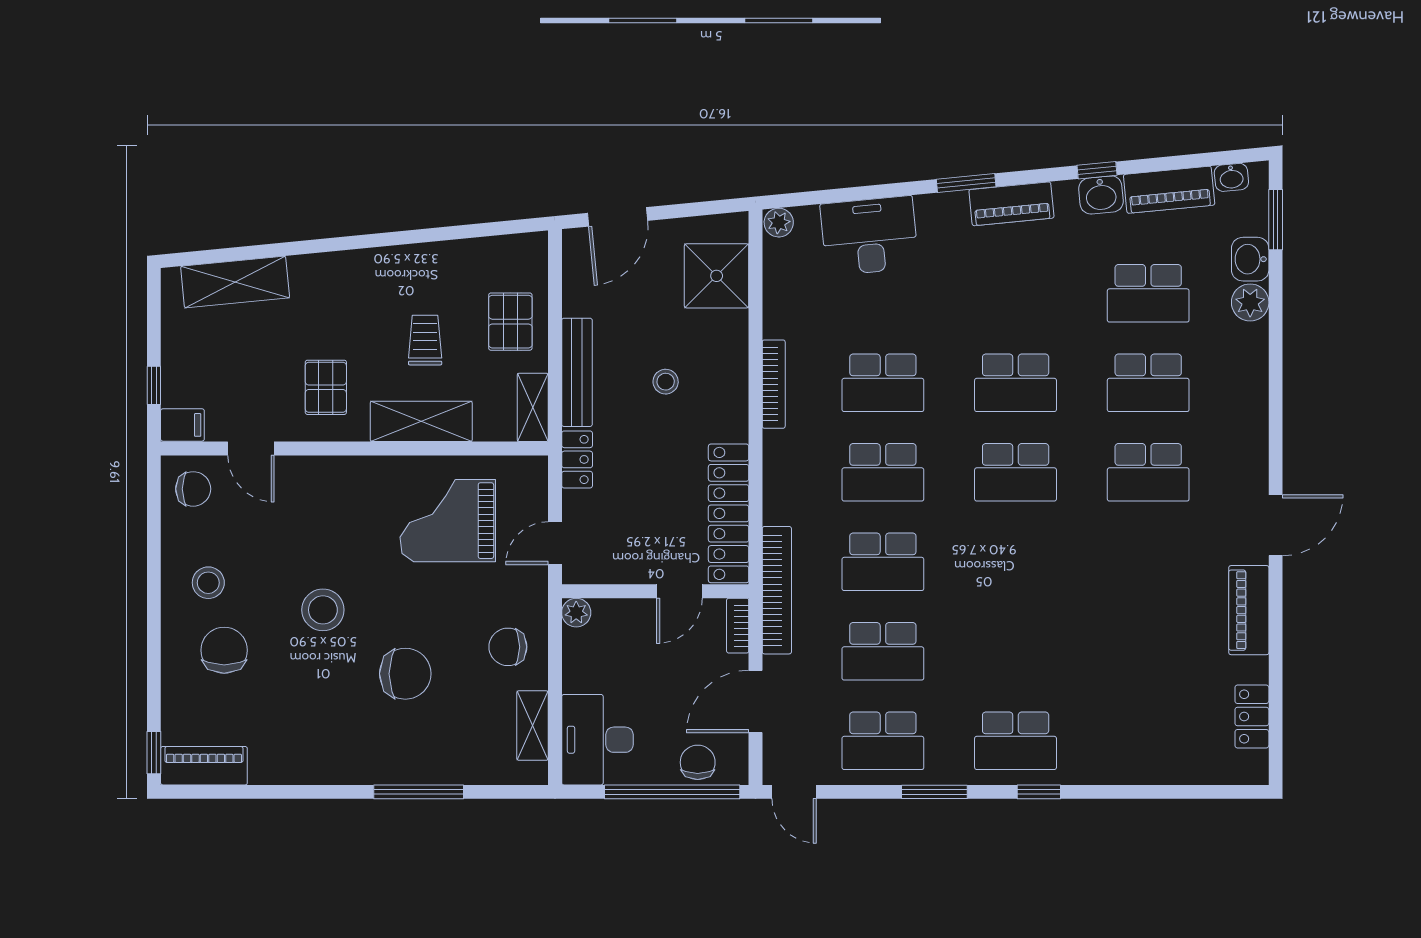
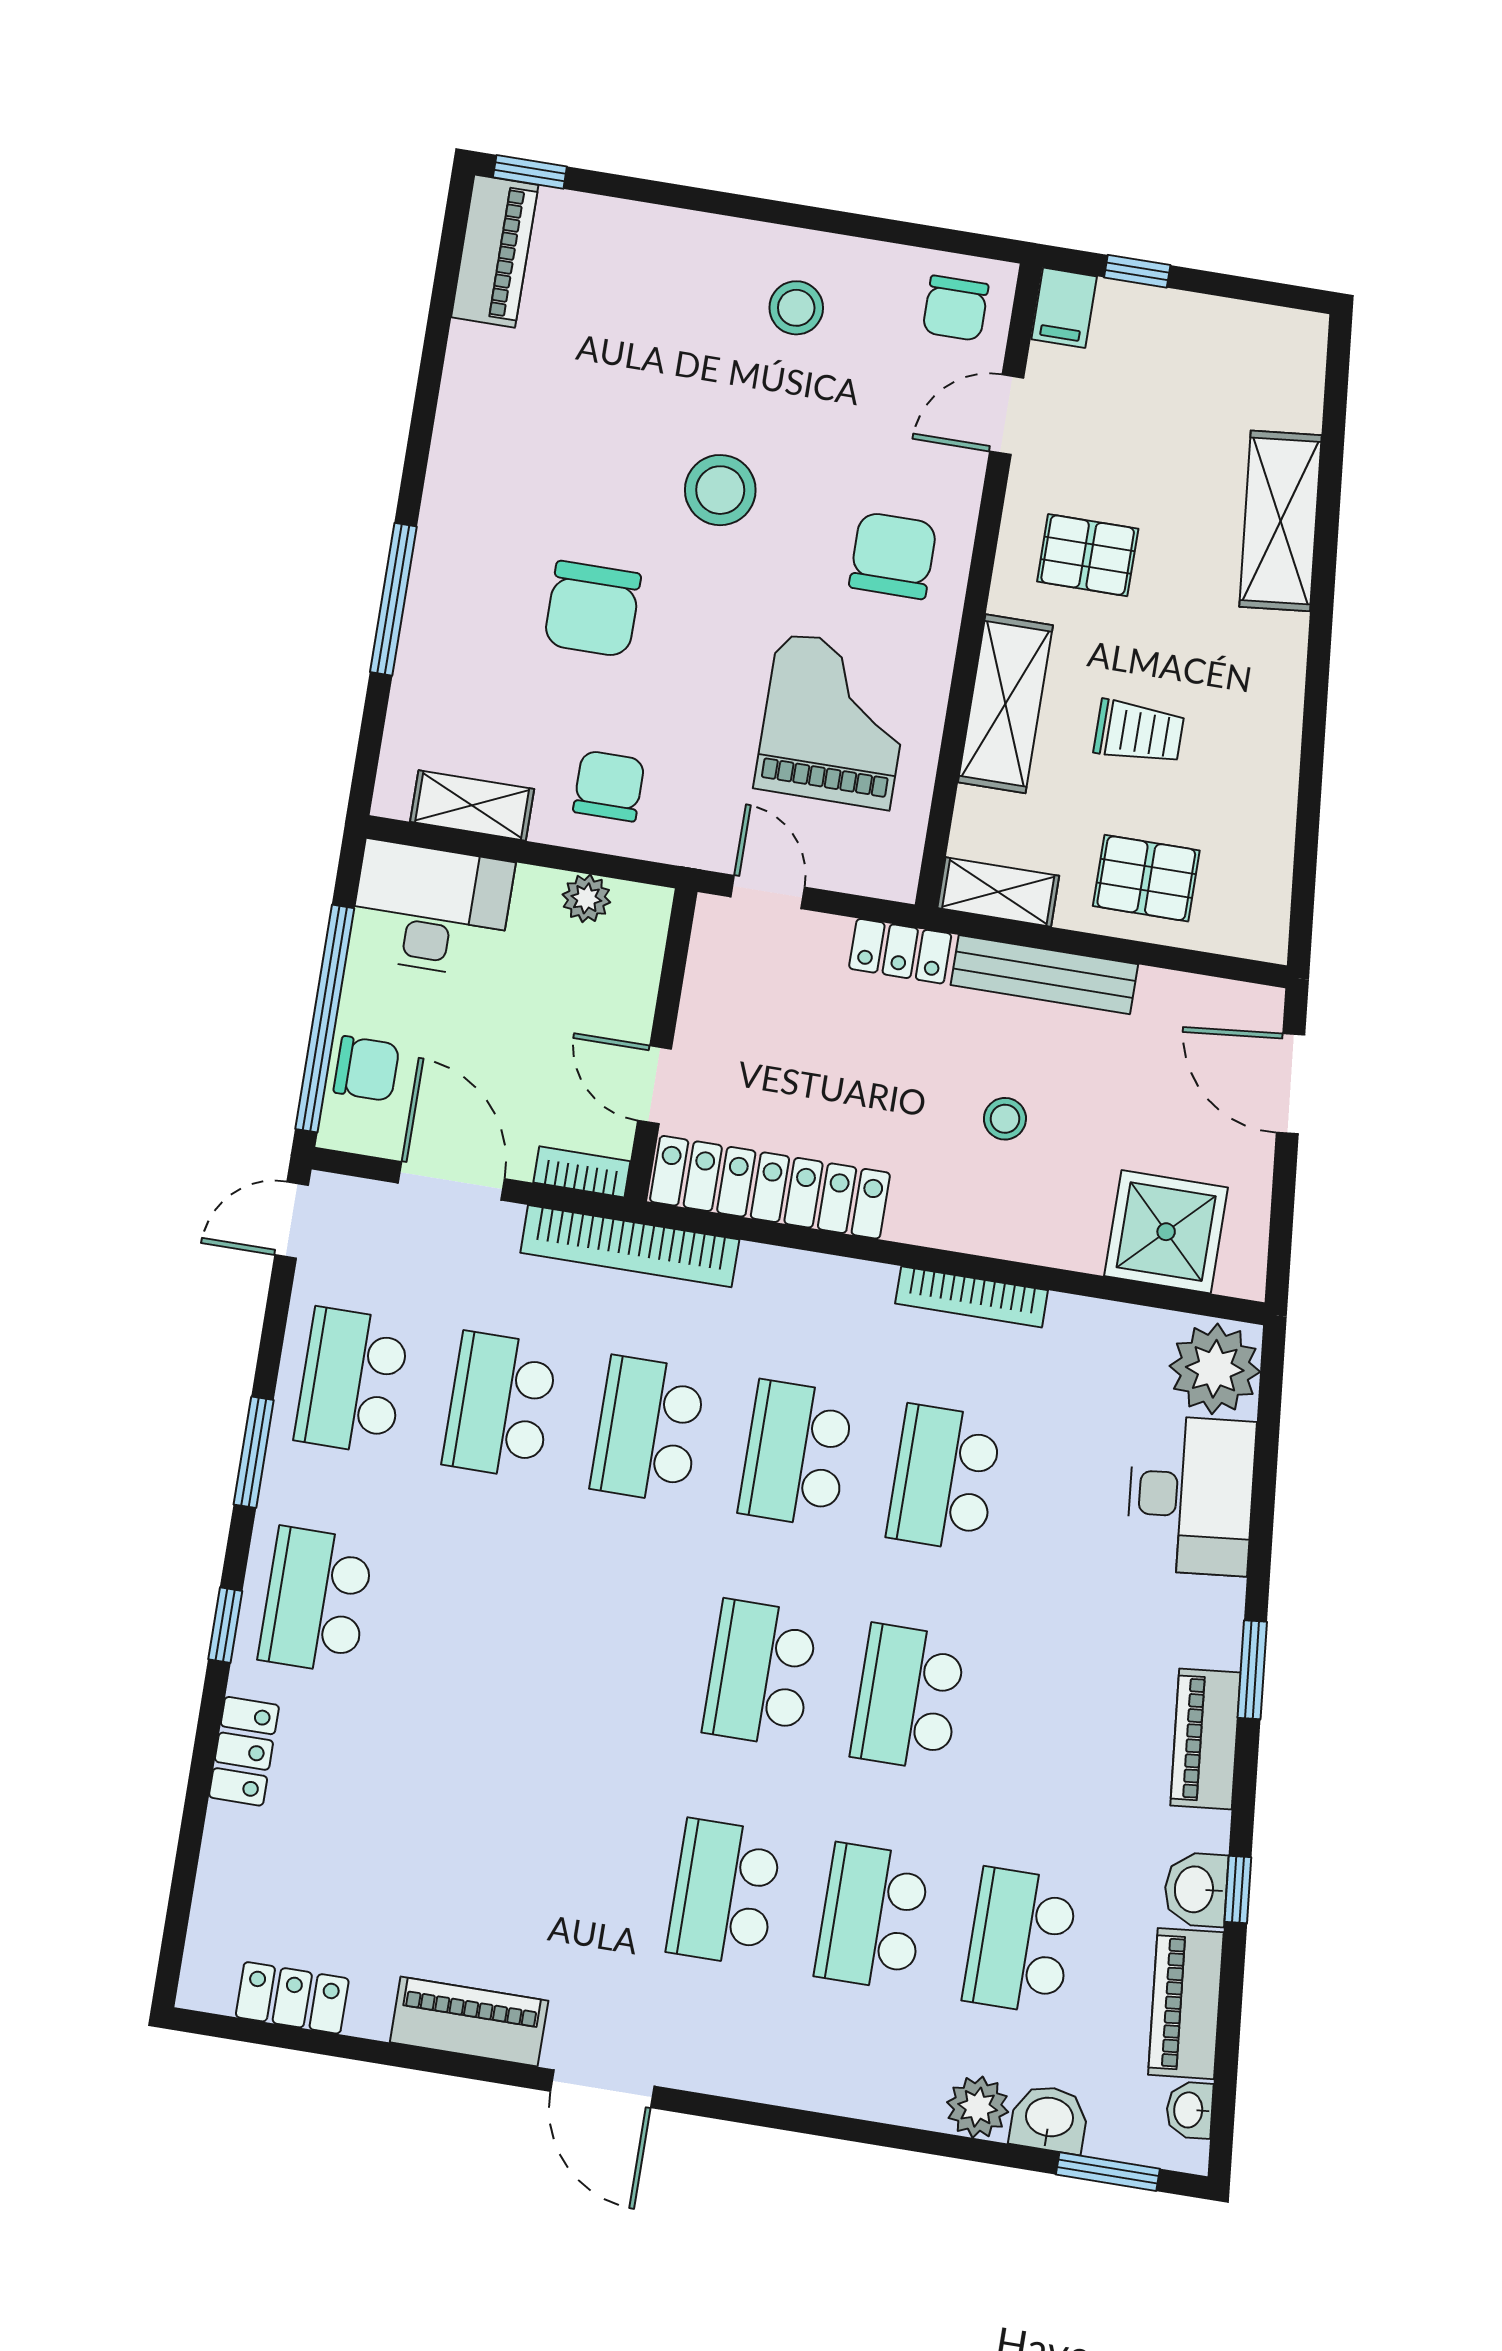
plant: (779, 223) -> (1215, 1369), width x1.87, depth x1.87
shelving: (235, 282) -> (1280, 521), moved
plant: (576, 613) -> (586, 898), moved
chair: (224, 650) -> (893, 556), moved, turned -90
locker: (1111, 769) -> (244, 1751), added

